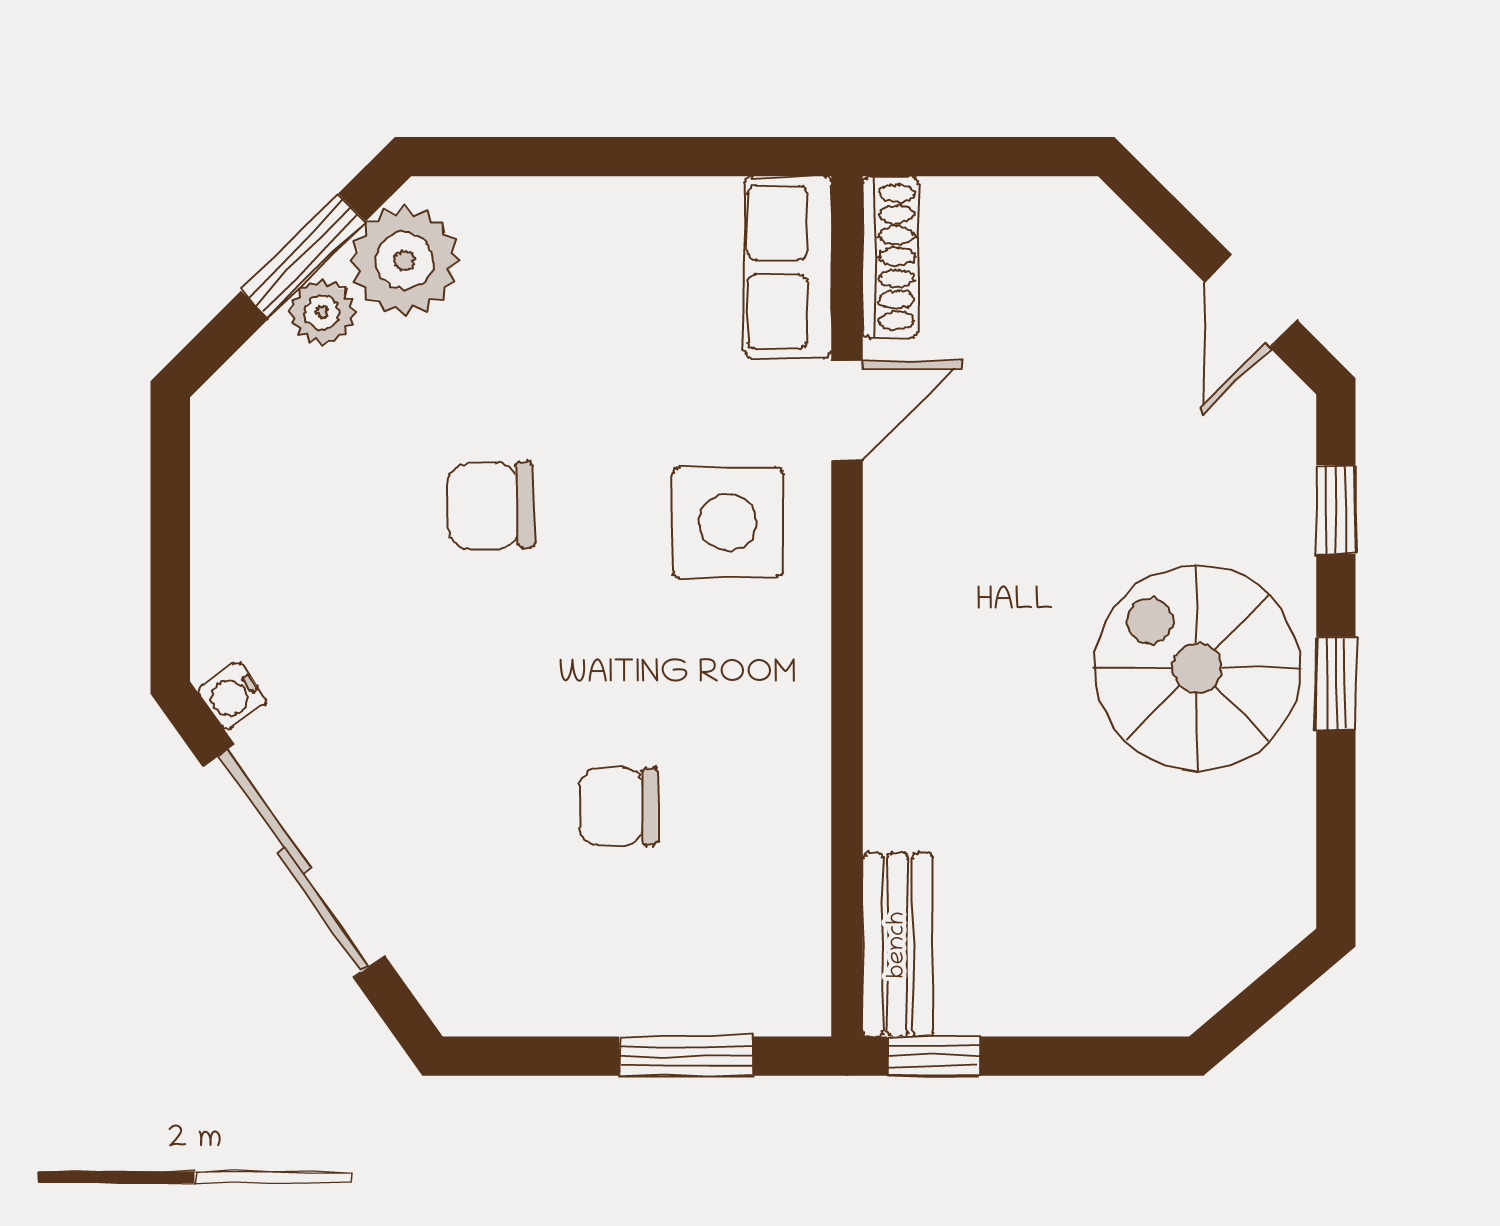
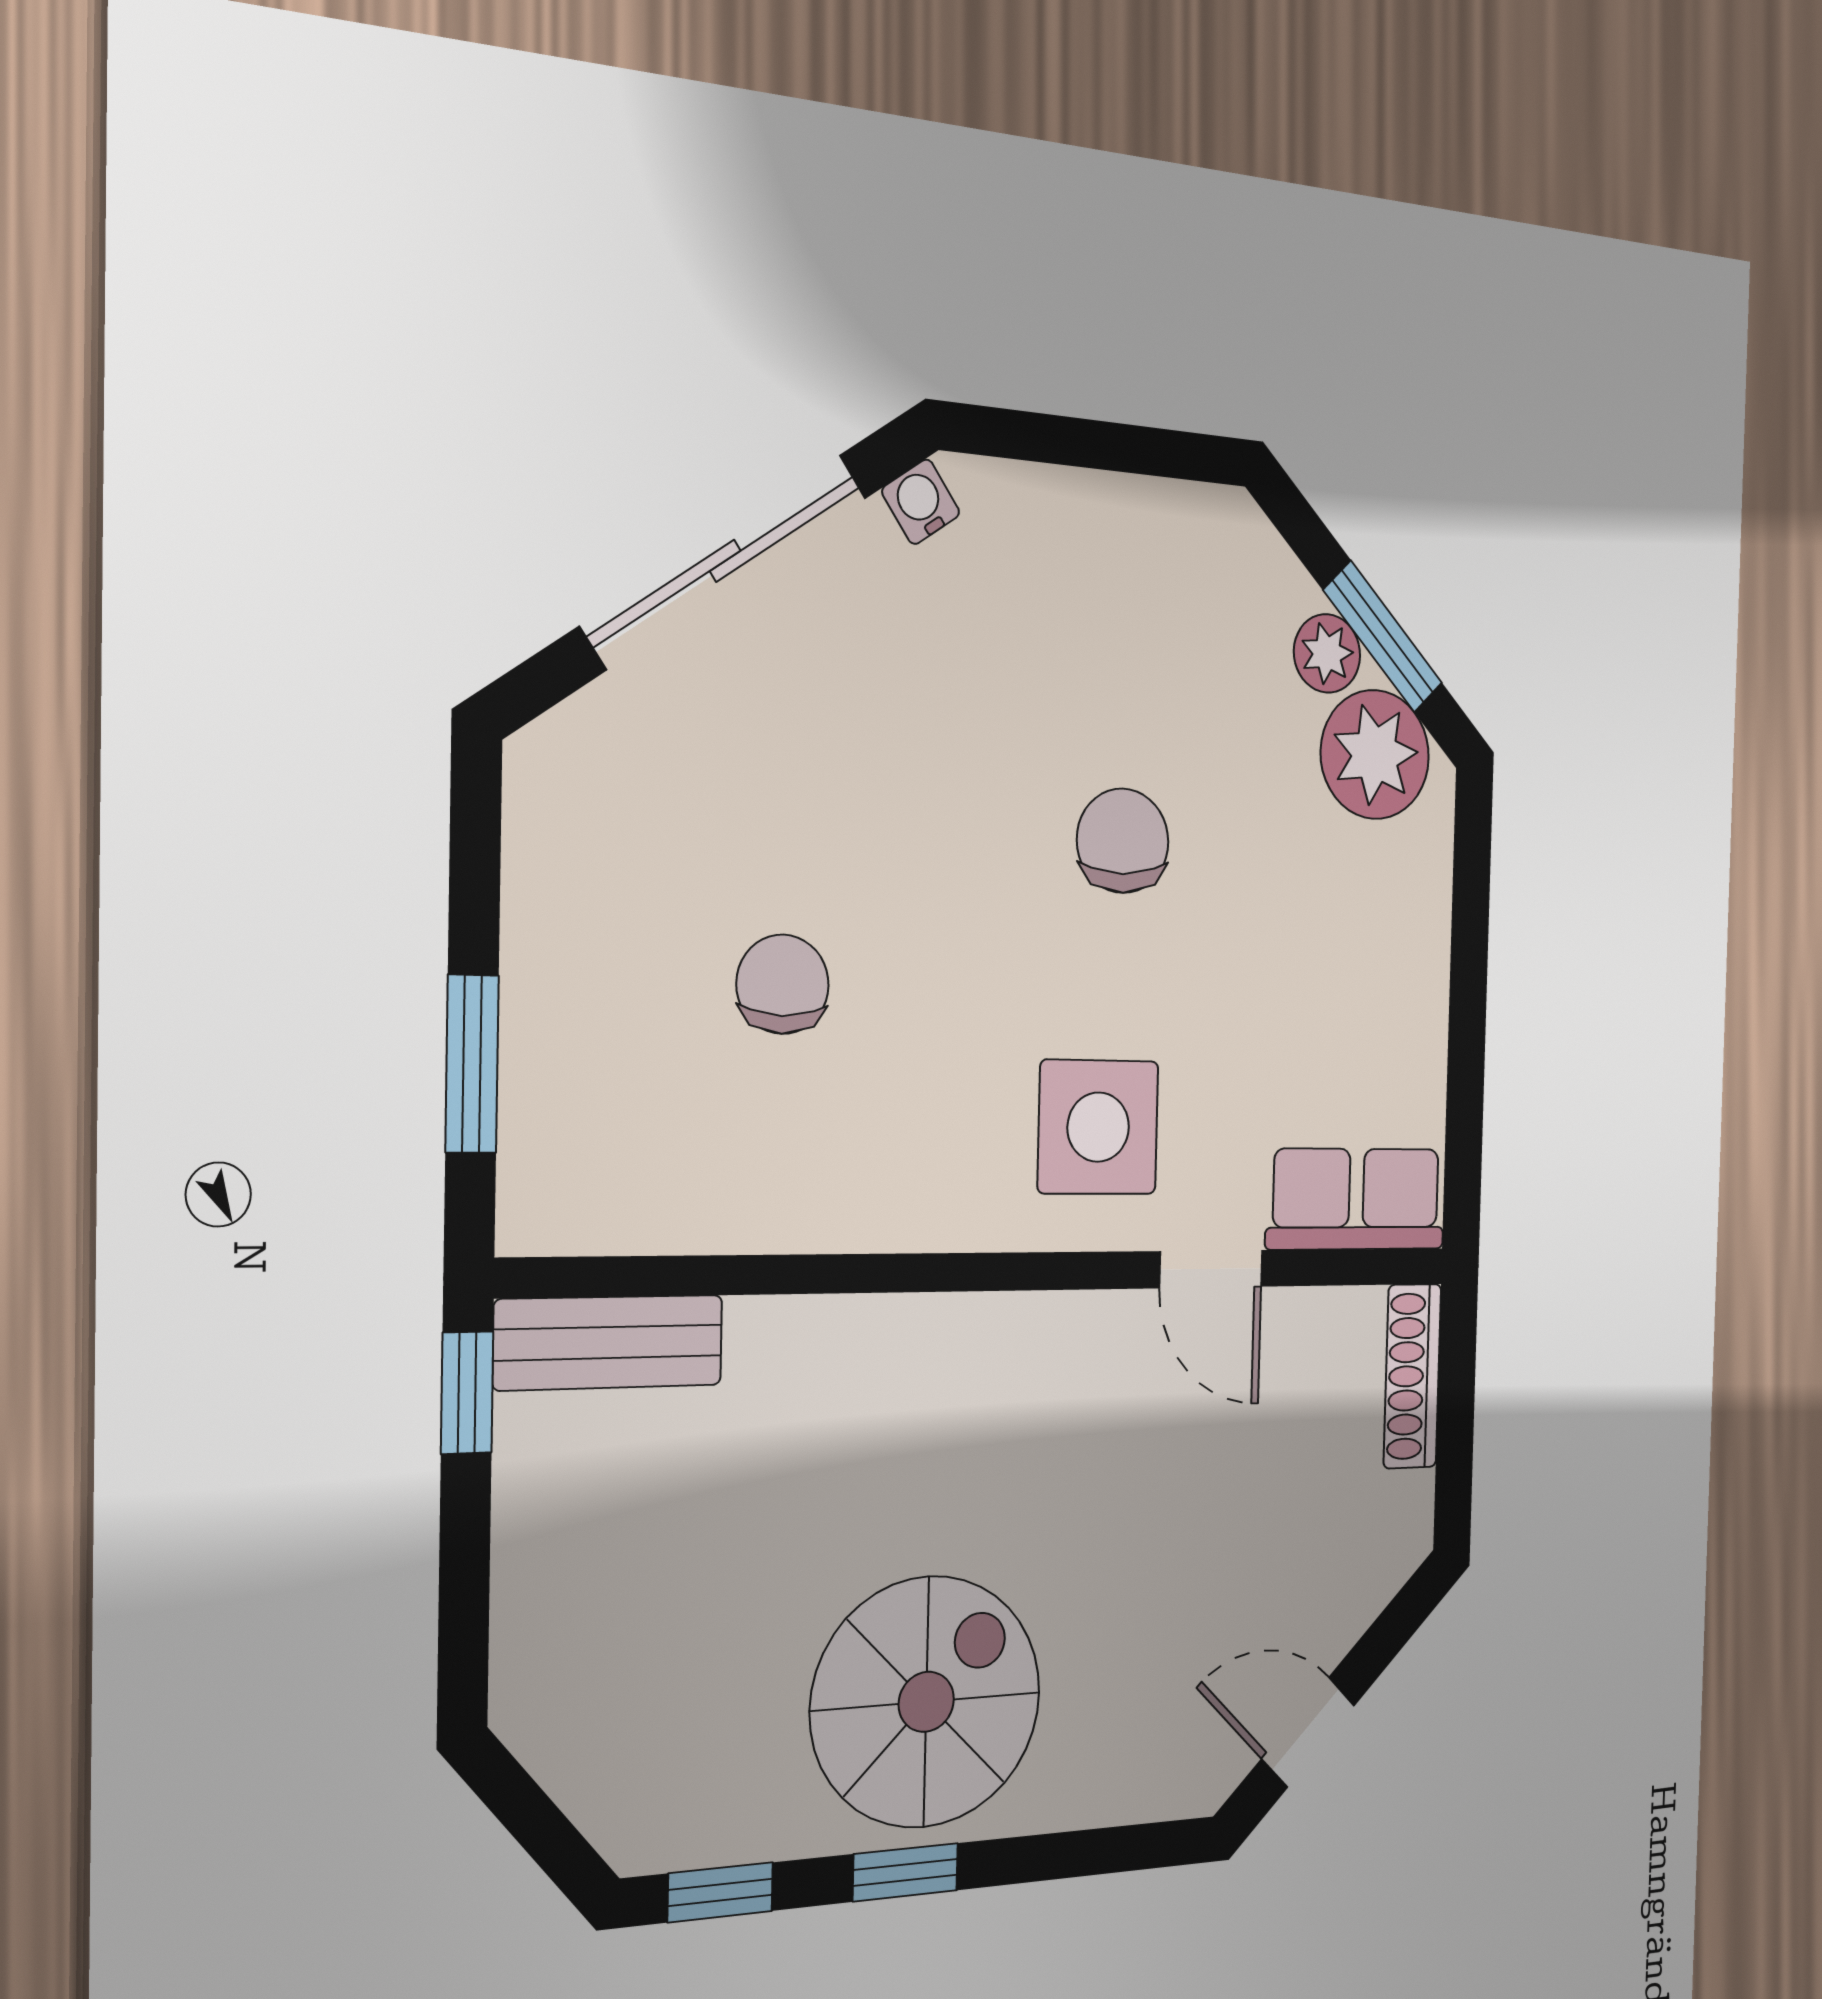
shoe rack: (890, 257) -> (1412, 1376), moved, turned 90
window: (1336, 509) -> (720, 1892), moved

